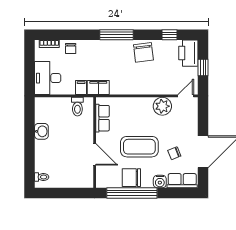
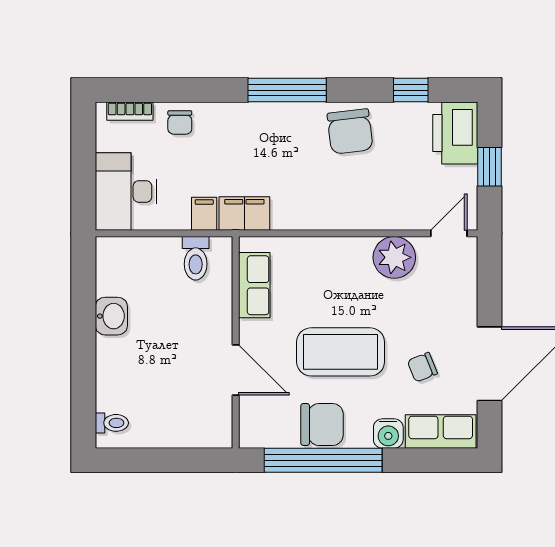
chair: (131, 178) -> (322, 424), turned 180

